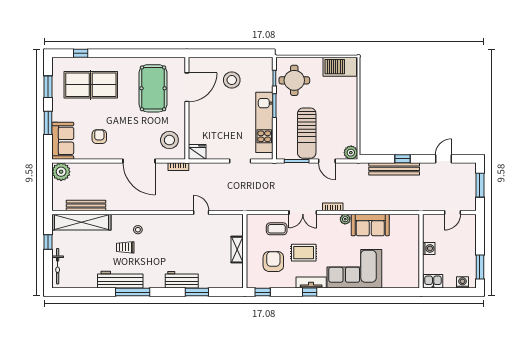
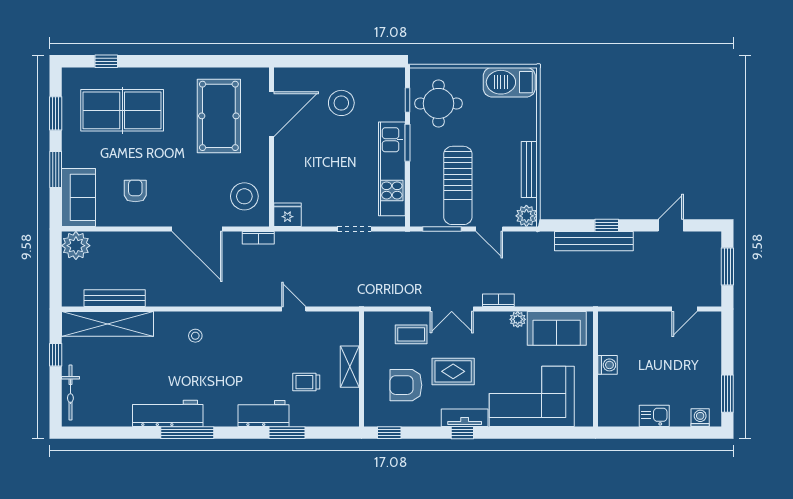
bench: (353, 123) -> (529, 170), added
trolley: (125, 247) -> (306, 382), moved
washing machine: (429, 248) -> (608, 365), moved
wall: (421, 251) -> (596, 369), moved
armchair: (273, 261) -> (406, 385), turned -90

